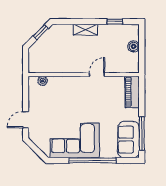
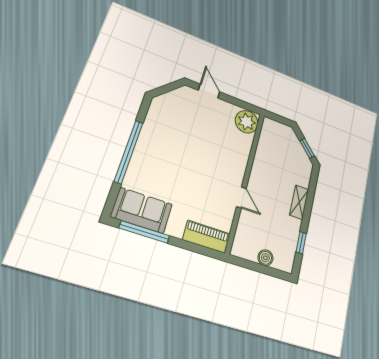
plant: (43, 81) -> (247, 122), width x1.88, depth x1.88
corner sofa: (75, 140) -> (164, 139), removed

